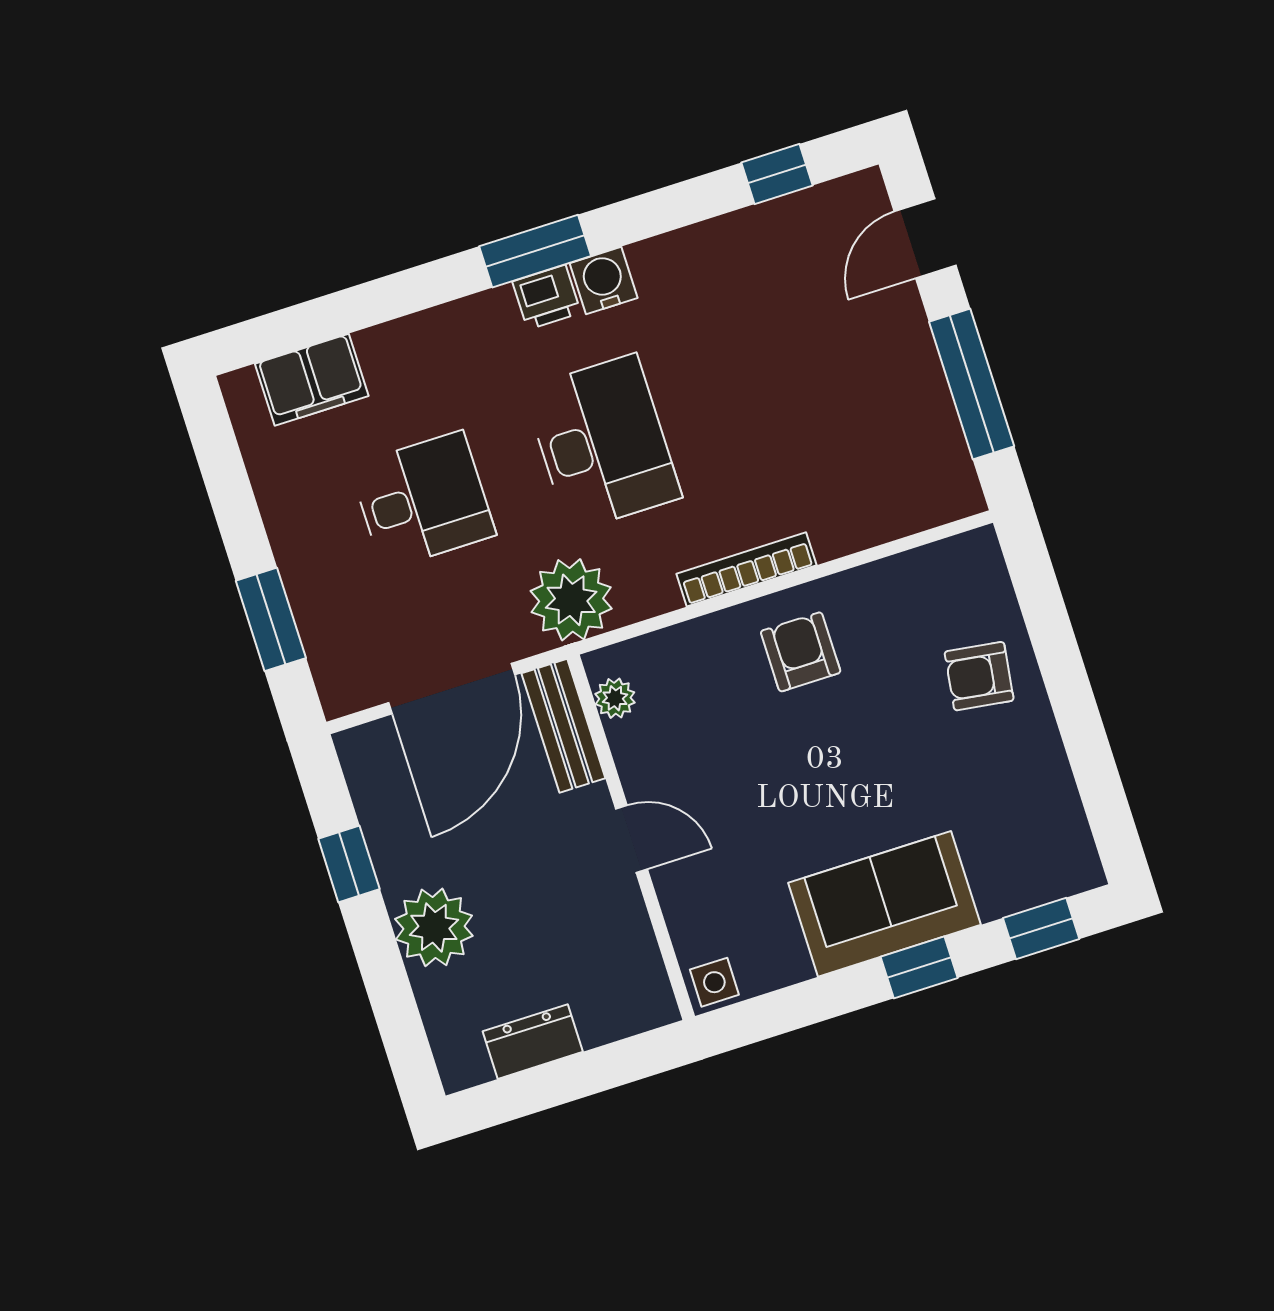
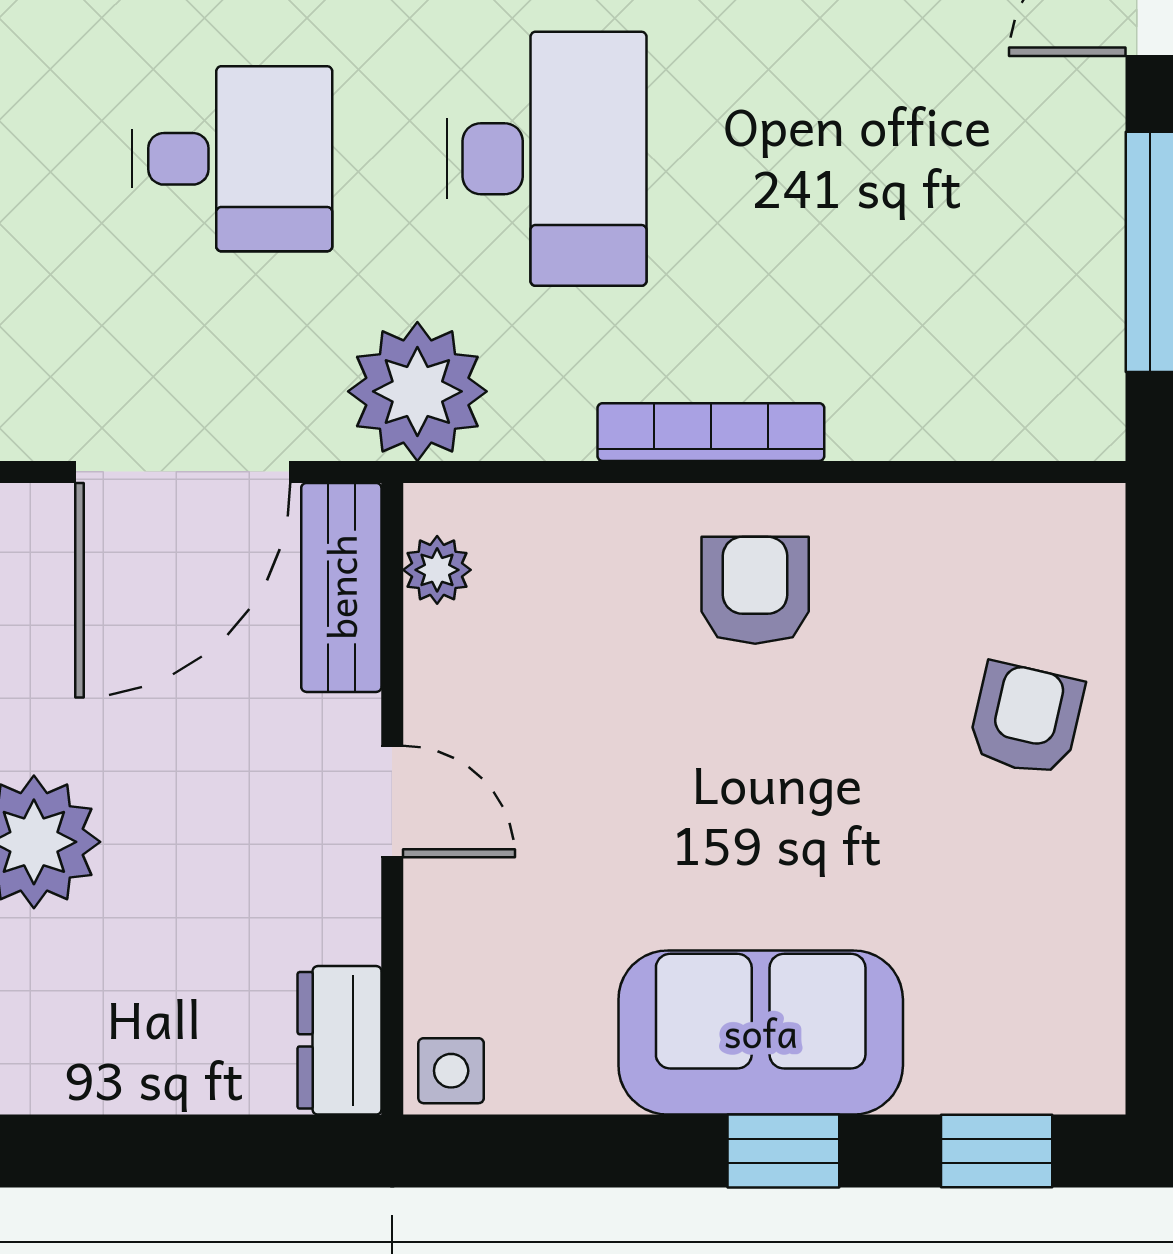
armchair: (979, 676) -> (1026, 719), turned 95
dresser: (533, 1042) -> (339, 1040), moved, turned -90

